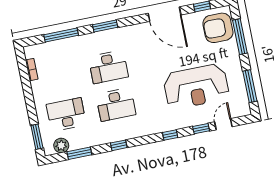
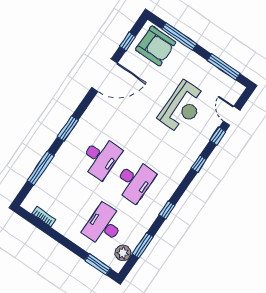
armchair: (218, 28) -> (156, 46), turned -90
reception desk: (196, 87) -> (183, 107), width x0.74, depth x0.77

